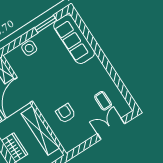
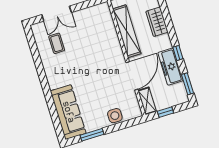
armchair: (66, 113) -> (97, 41), removed

